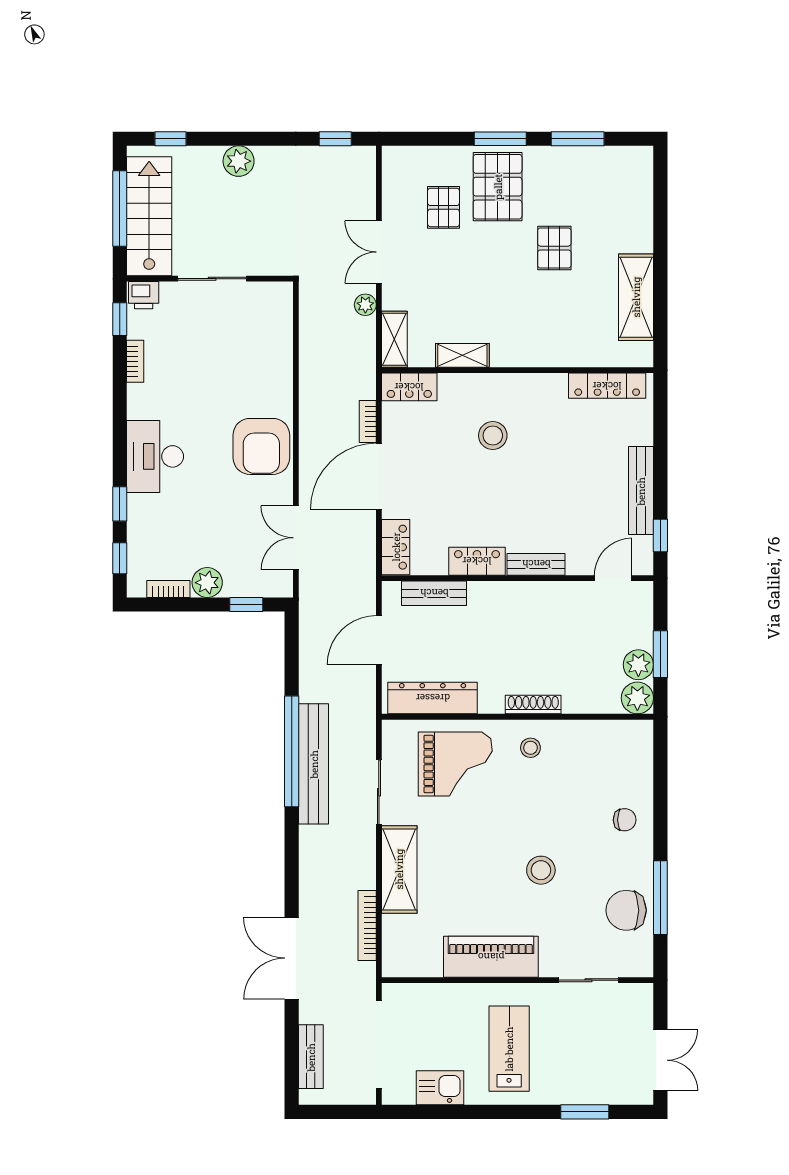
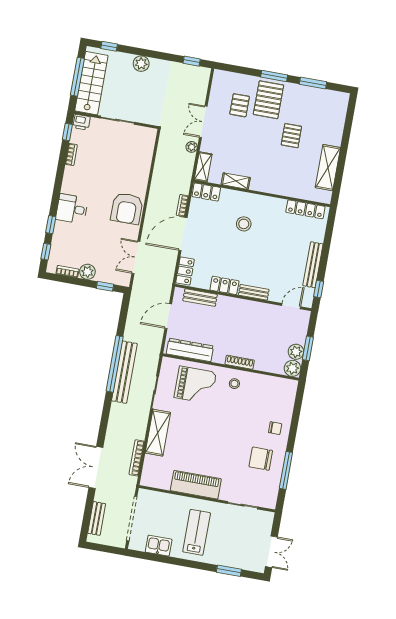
desk: (155, 456) -> (72, 209), width x0.73
stool: (541, 870) -> (229, 446), removed
chair: (626, 910) -> (261, 459), moved

